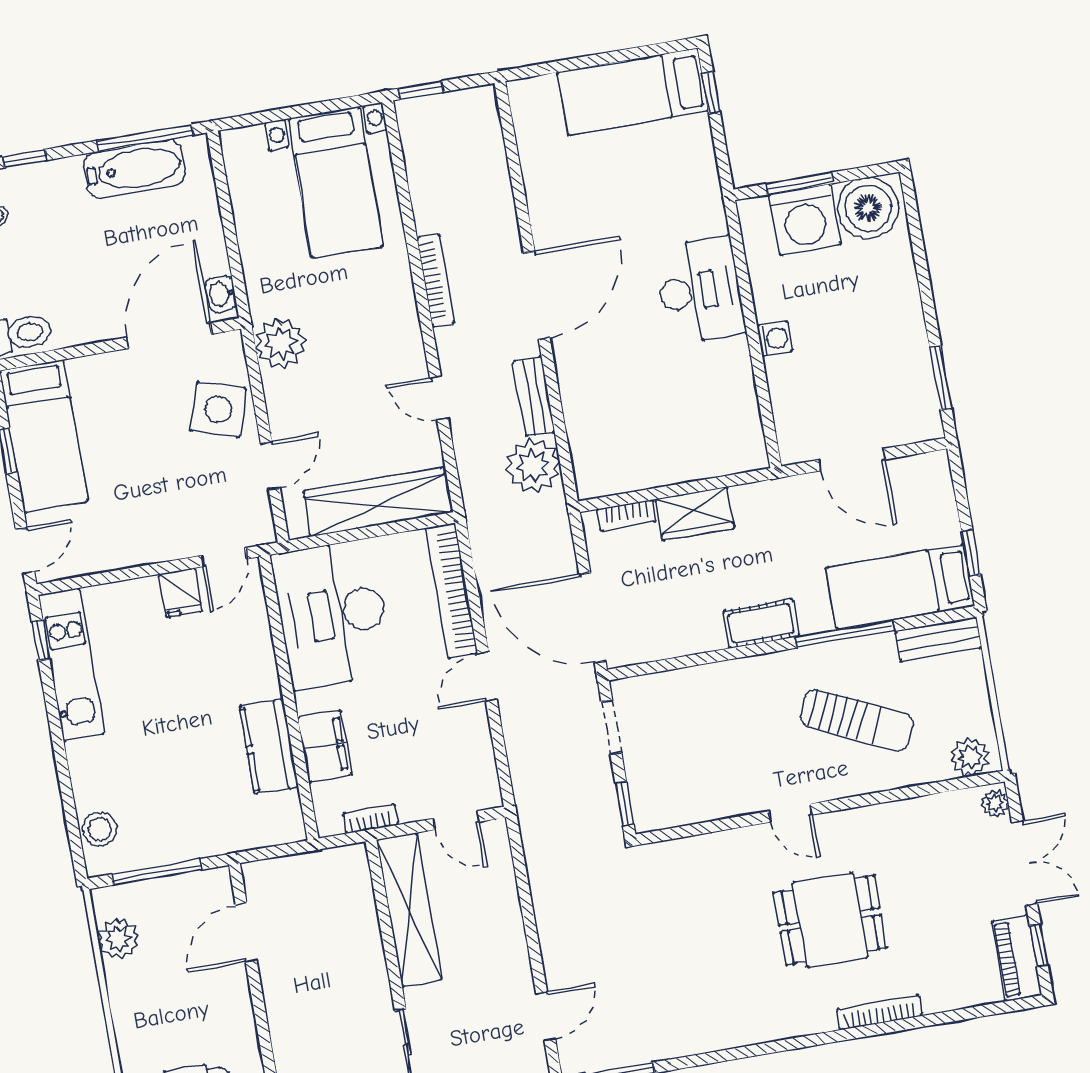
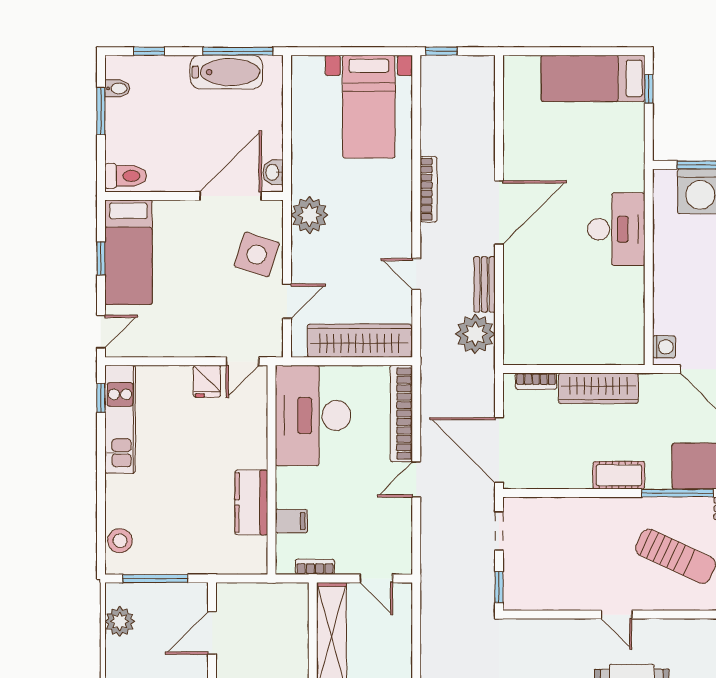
washing machine: (775, 339) -> (664, 347), moved
wardrobe: (695, 514) -> (598, 388), width x1.50
filing cabinet: (325, 746) -> (291, 521), width x0.50

